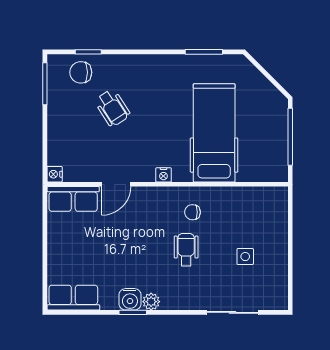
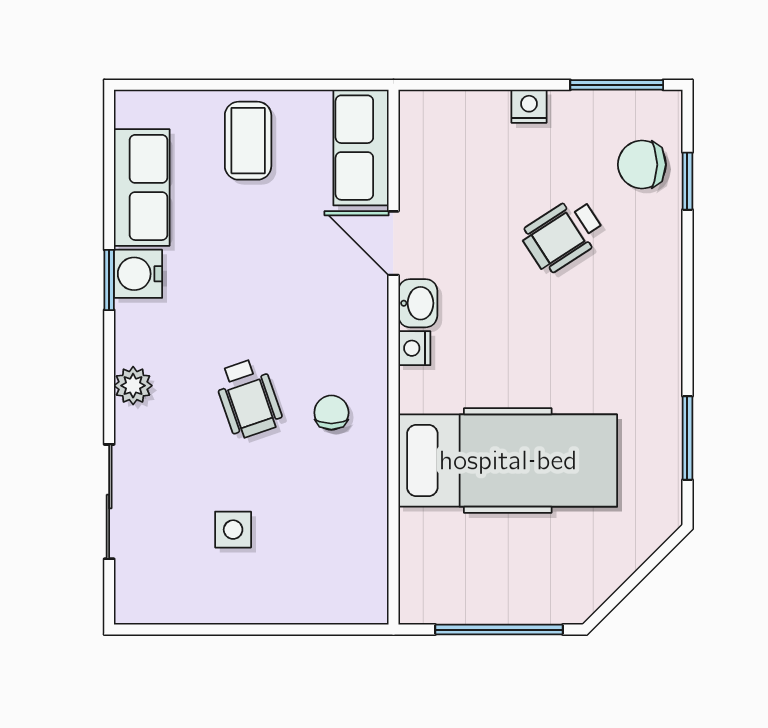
chair: (81, 72) -> (642, 165), turned -90
washbasin: (143, 173) -> (418, 303), added
nightstand: (55, 174) -> (529, 106), moved
coffee table: (70, 250) -> (248, 141), added
wheelchair: (186, 250) -> (248, 398), turned 71
row of seats: (73, 298) -> (142, 187), moved
plant: (151, 302) -> (133, 386), moved

